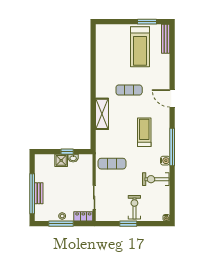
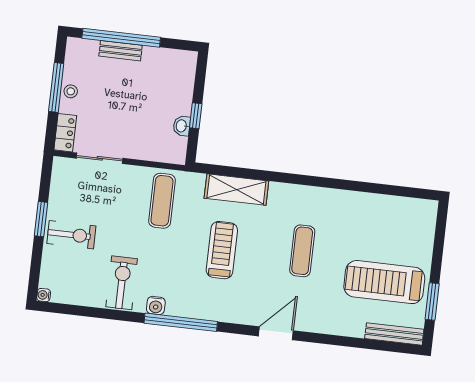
shelving: (102, 114) -> (236, 190), moved
treadmill: (144, 132) -> (222, 250), moved, turned -90
shower: (61, 160) -> (180, 102), removed

